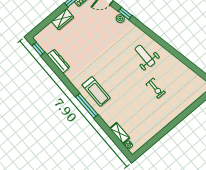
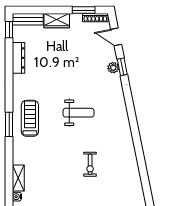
bench: (44, 33) -> (28, 19), added
weight bench: (145, 56) -> (78, 113), moved, turned 90
treadmill: (96, 91) -> (30, 118), turned 180
window: (87, 106) -> (9, 124), width x0.69

